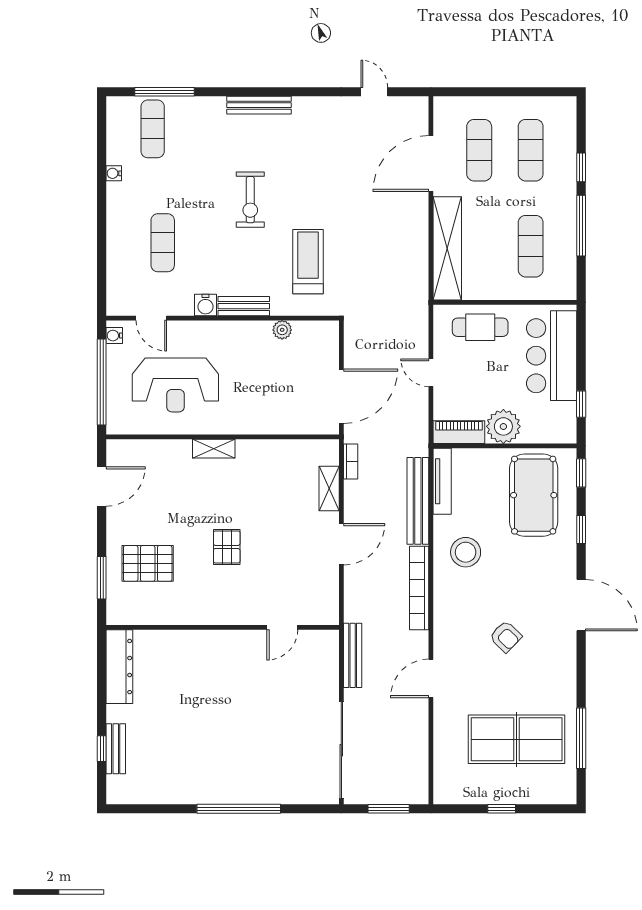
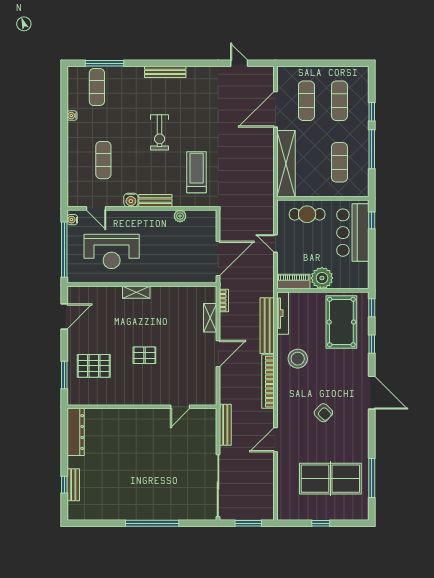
window: (581, 404) -> (372, 220), moved
pallet: (227, 547) -> (144, 355), turned 90

